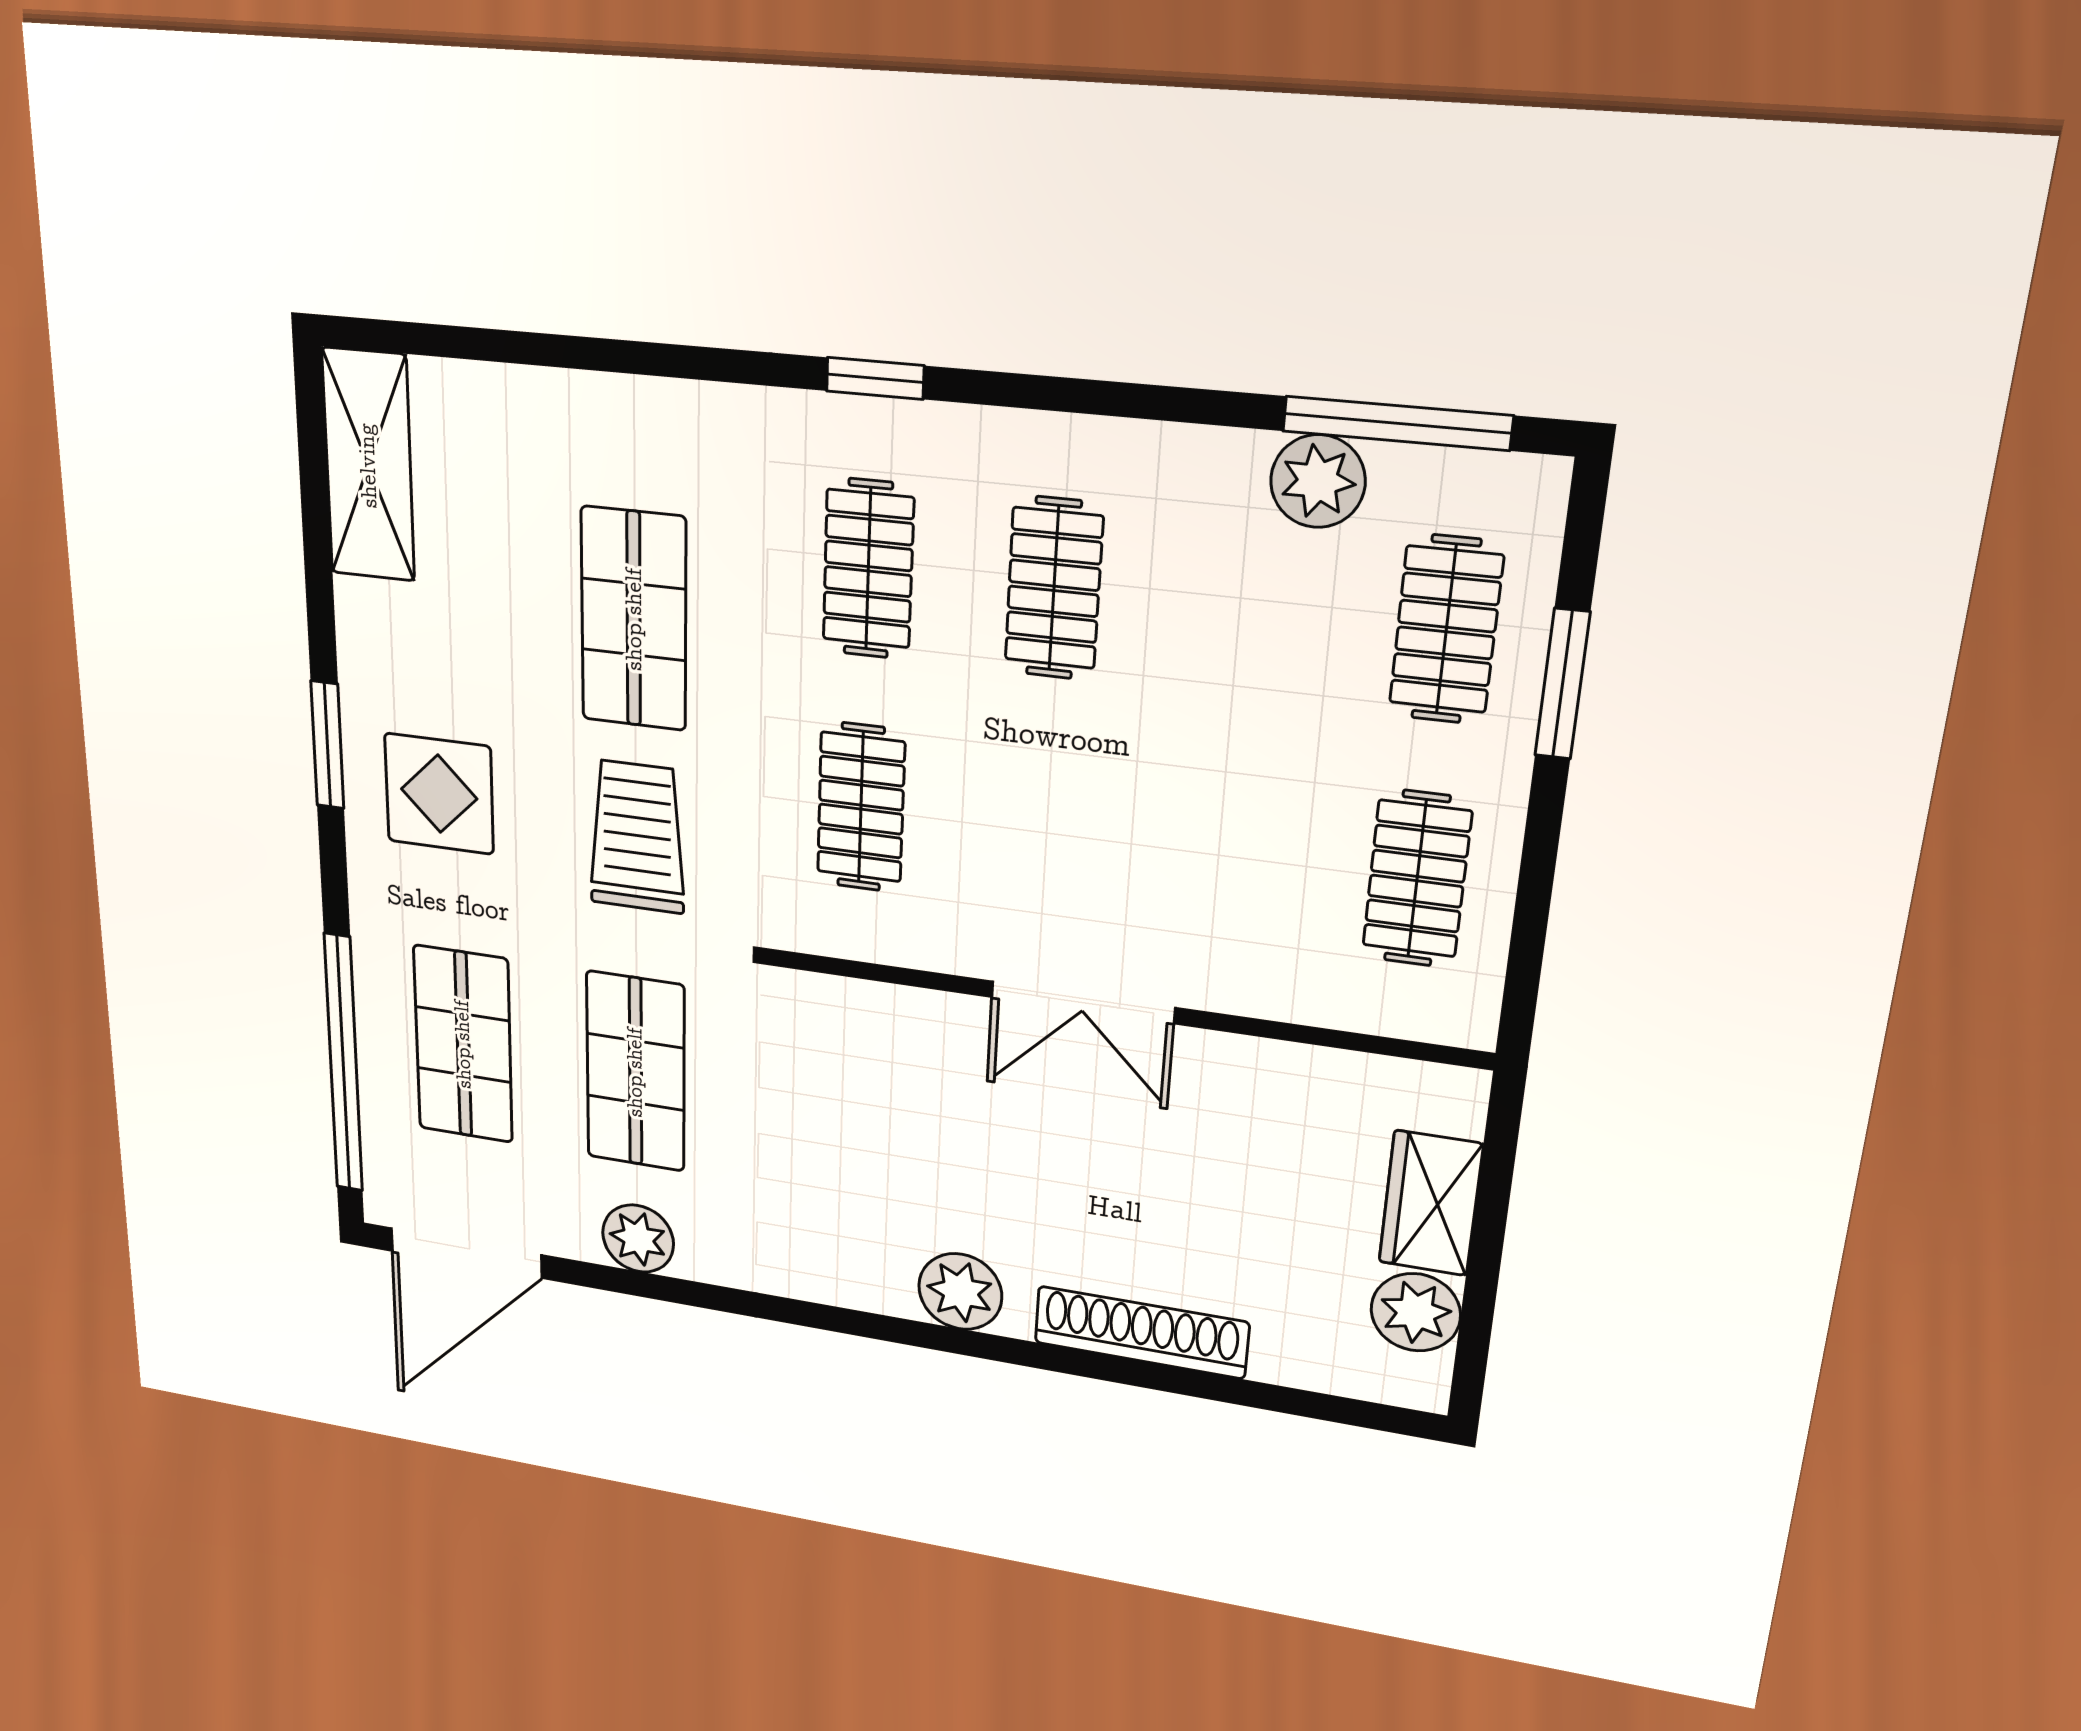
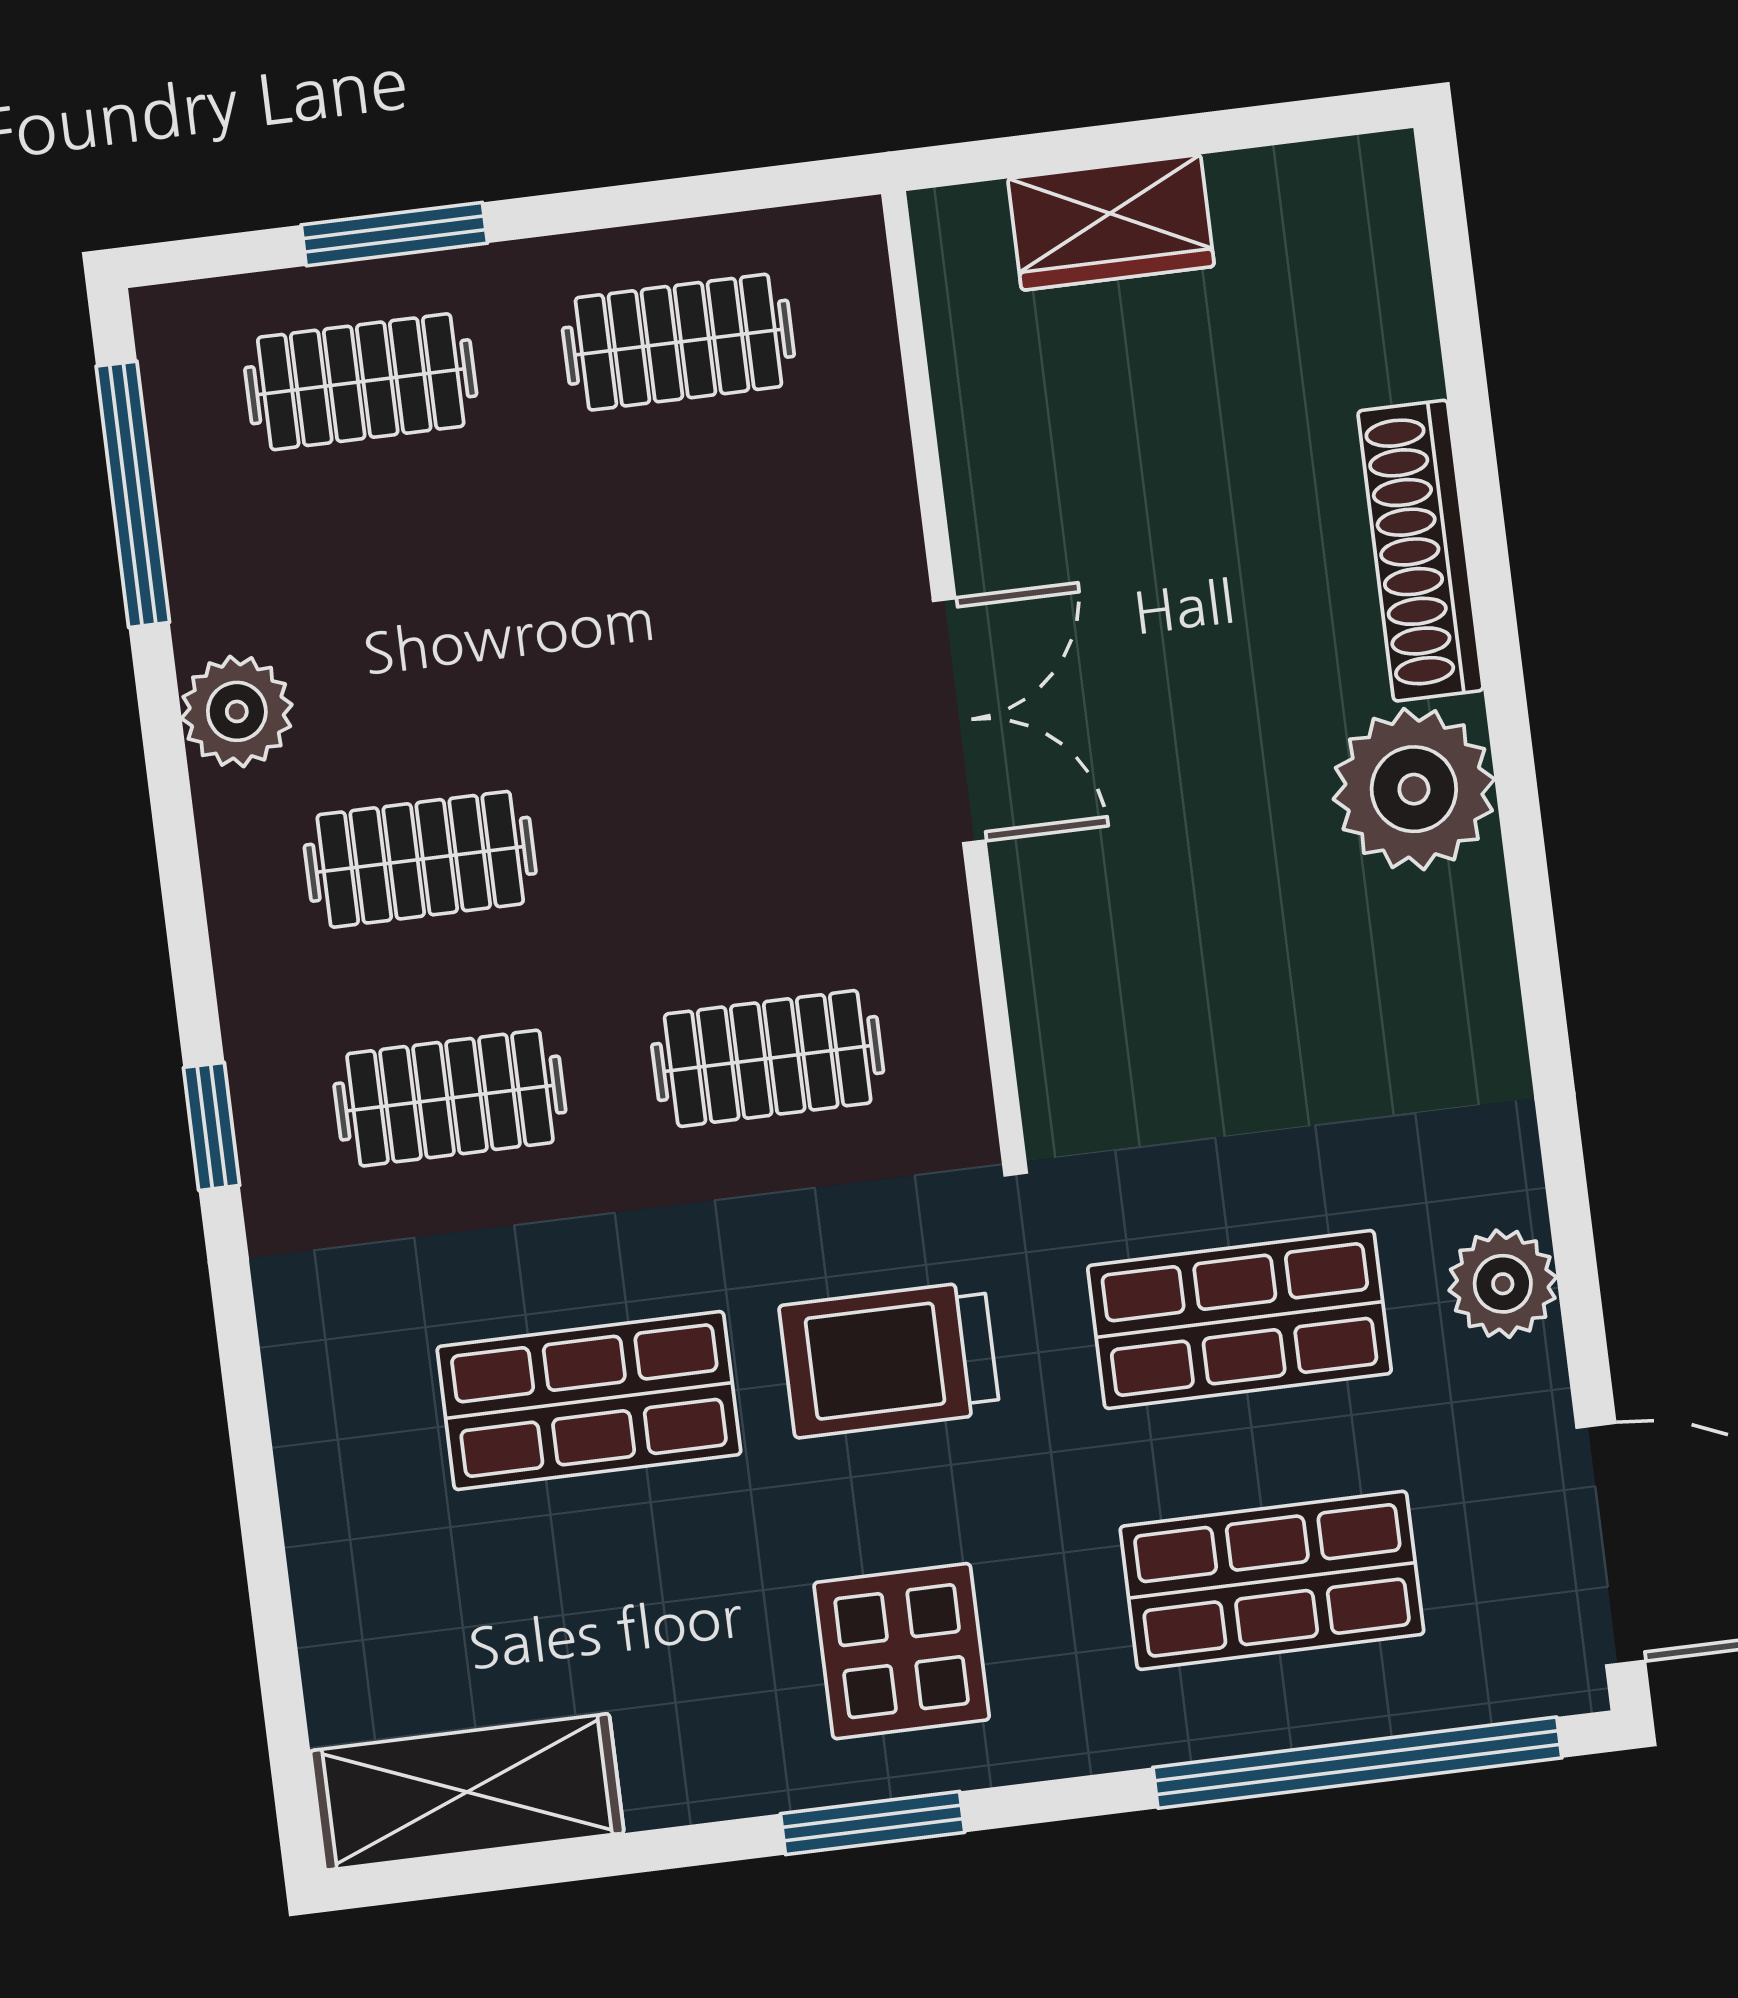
plant: (1318, 481) -> (237, 711), moved
plant: (960, 1292) -> (1414, 789), width x1.36, depth x1.36
plant: (1416, 1312) -> (1274, 204), removed

